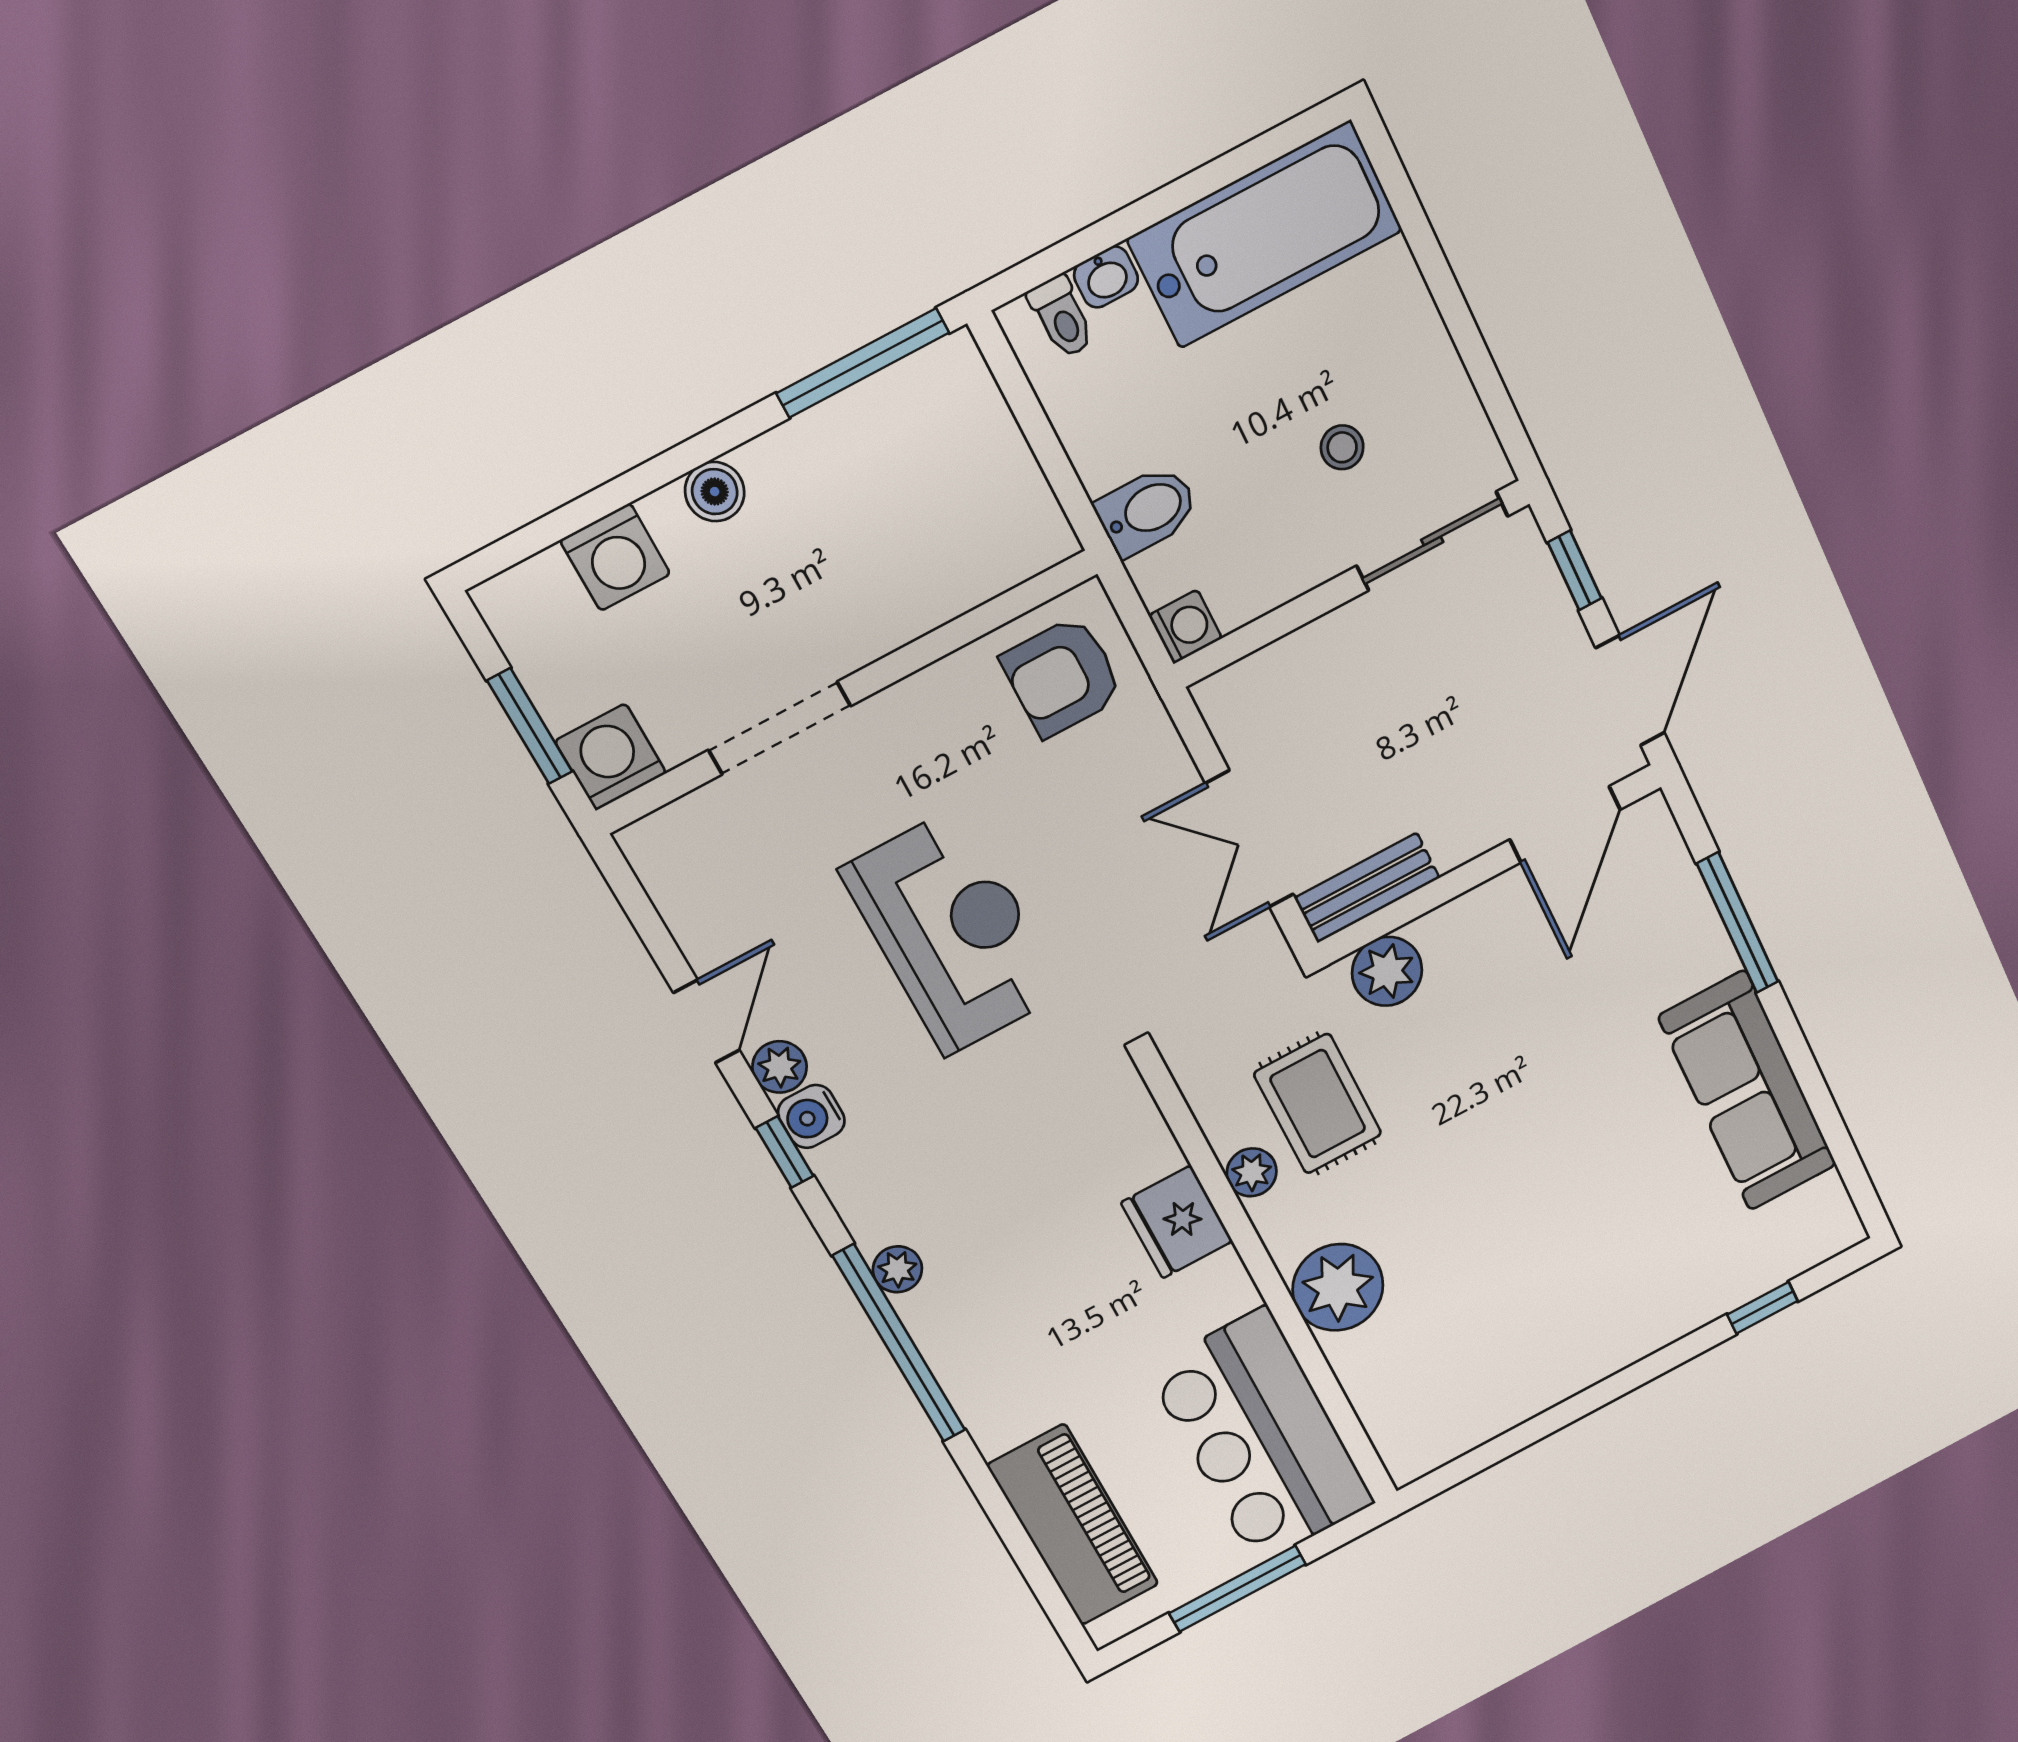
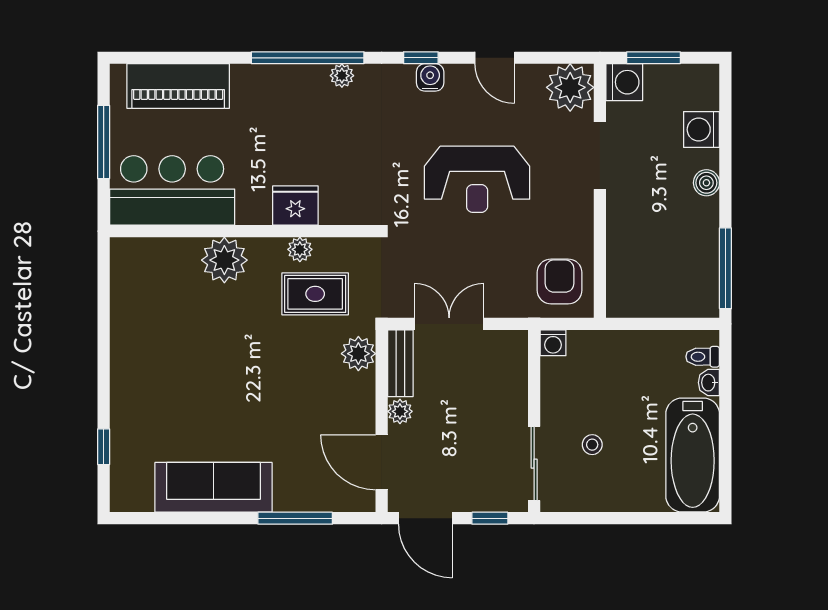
bidet: (1147, 511) -> (609, 351), removed
plant: (1456, 841) -> (400, 411), added
plant: (780, 1067) -> (570, 87), moved, width x1.87, depth x1.87

